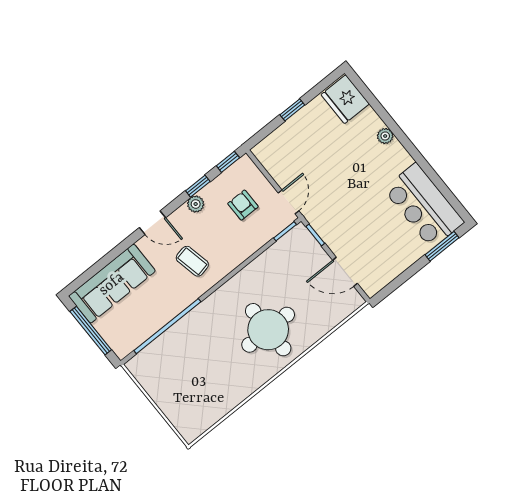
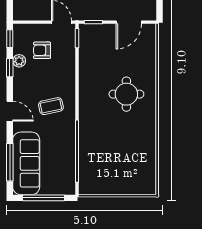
plant: (196, 204) -> (19, 61), moved
door: (153, 223) -> (10, 111), hinge flipped
window: (99, 266) -> (10, 162), added
round table: (268, 330) -> (126, 94), width x0.73, depth x0.73

